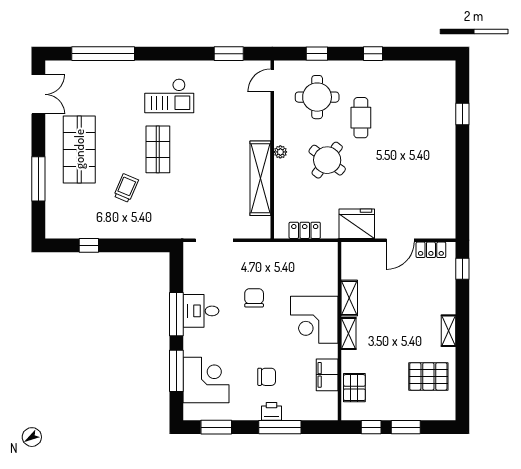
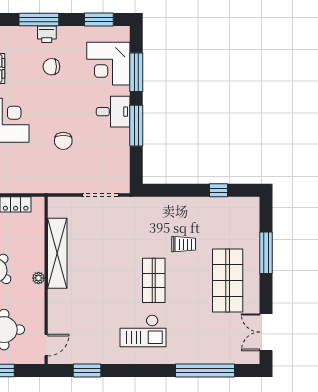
checkout: (169, 96) -> (143, 331), turned 180
trolley: (126, 188) -> (184, 244), turned -113
desk: (201, 311) -> (113, 112), moved

